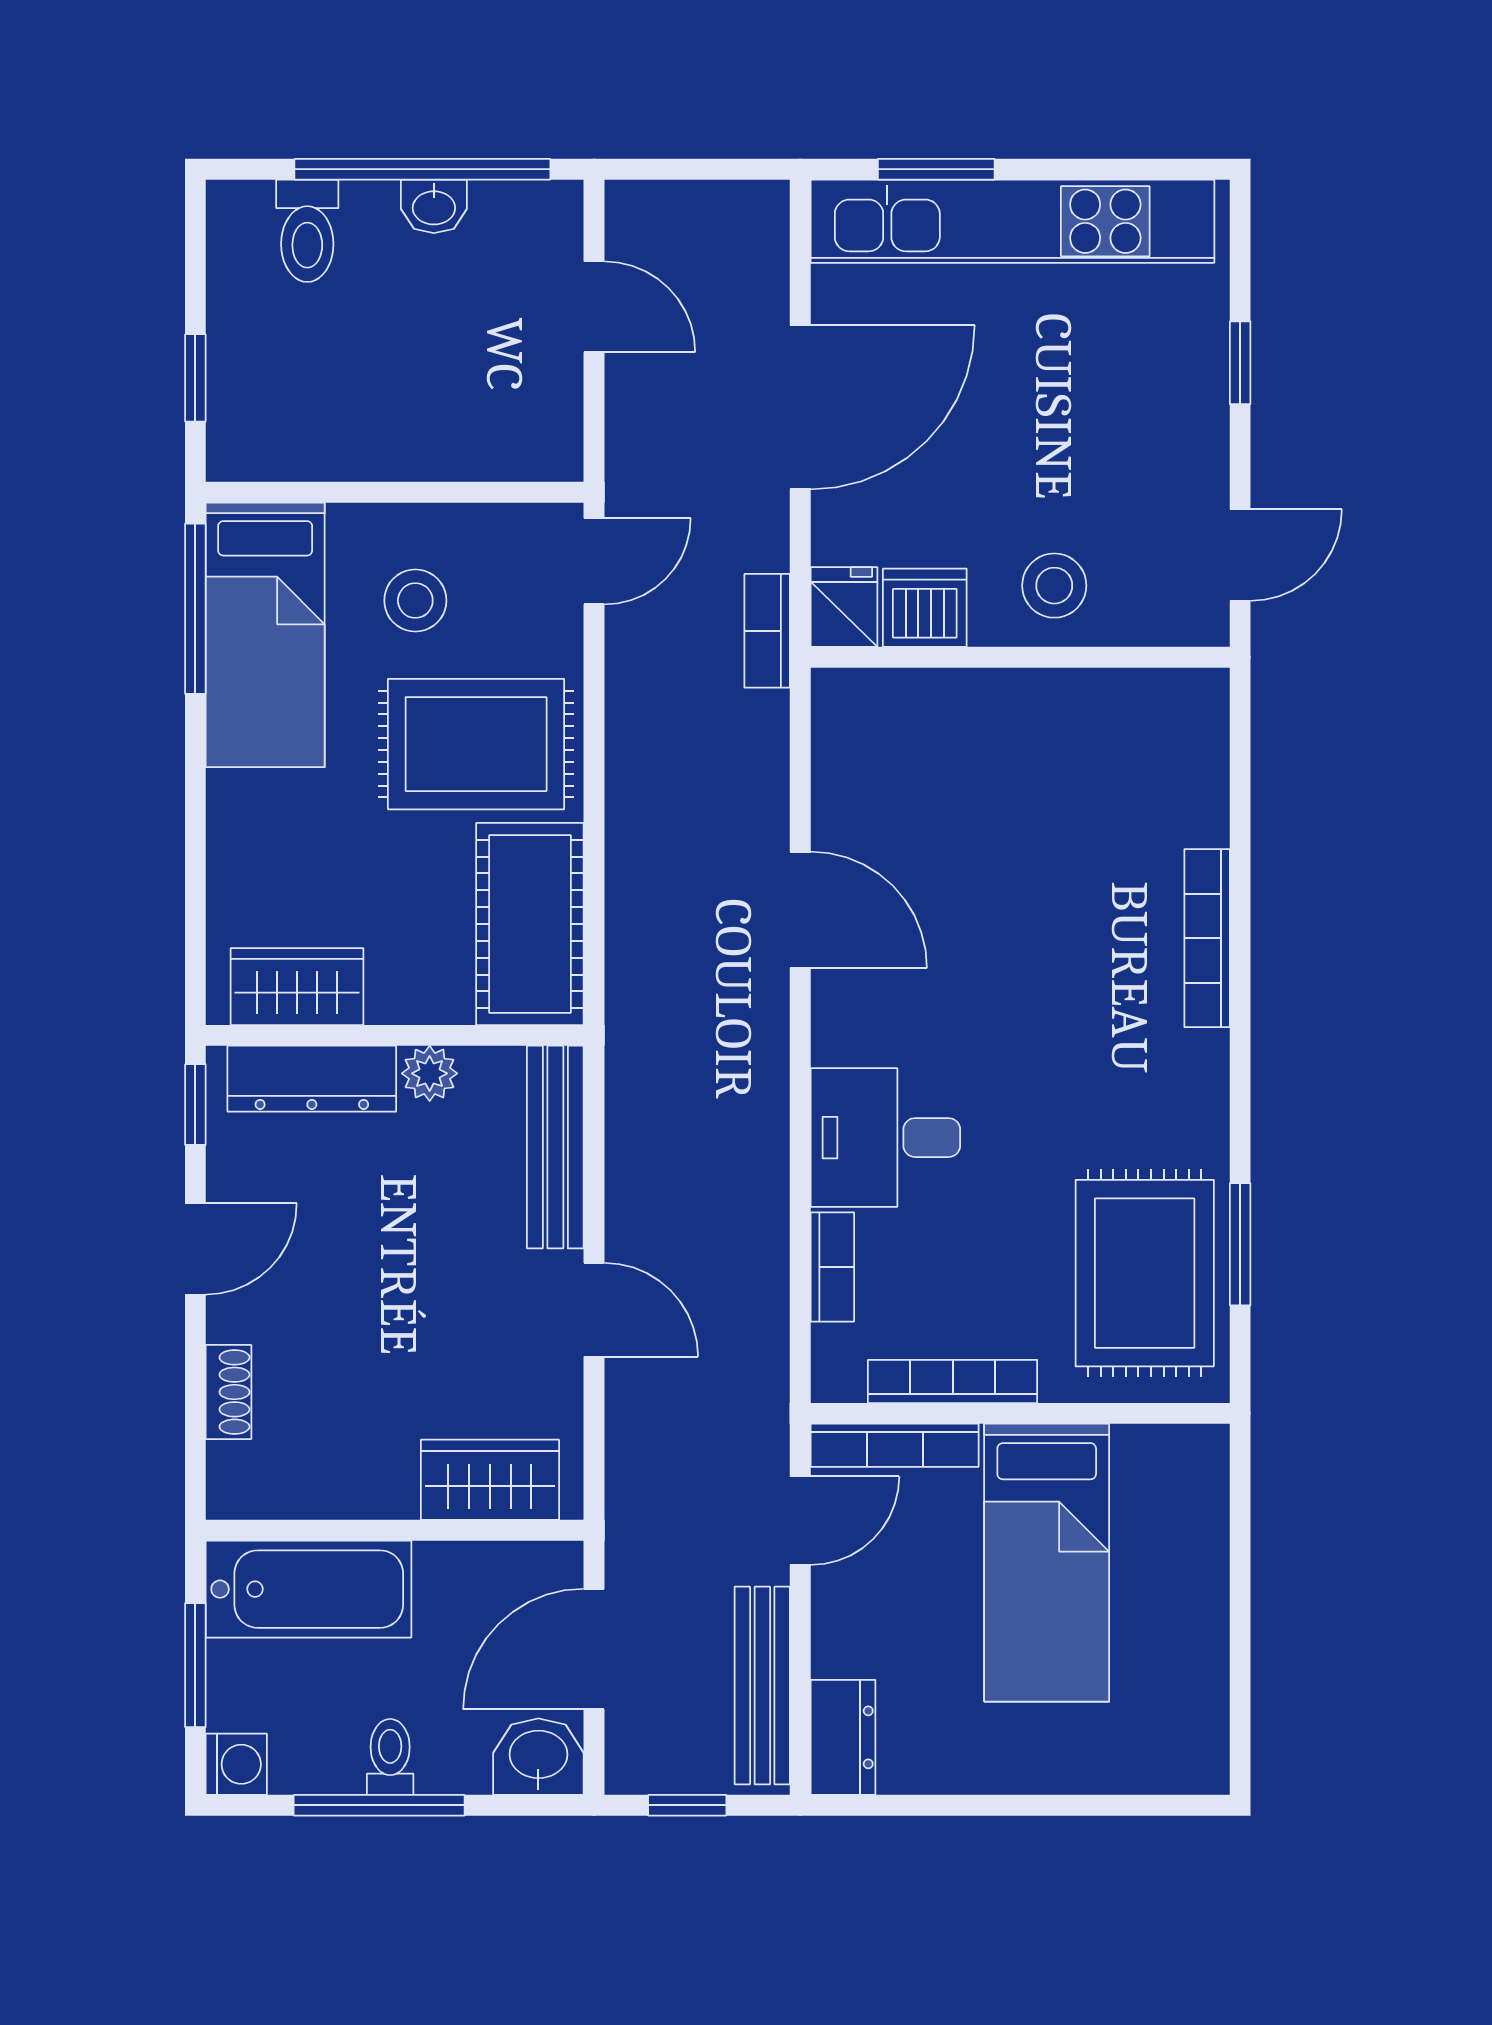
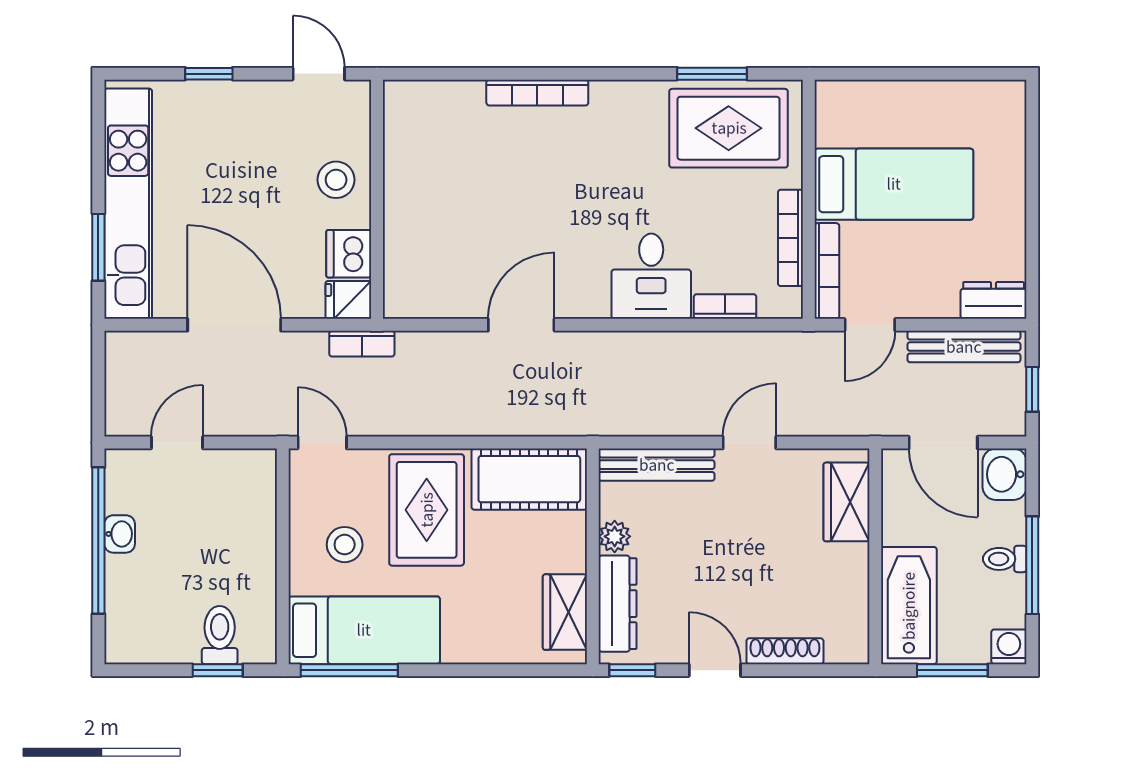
toilet: (307, 231) -> (220, 635), moved, turned -90
shoe rack: (228, 1392) -> (785, 651), width x1.43
door: (800, 1521) -> (870, 325), swing flipped

